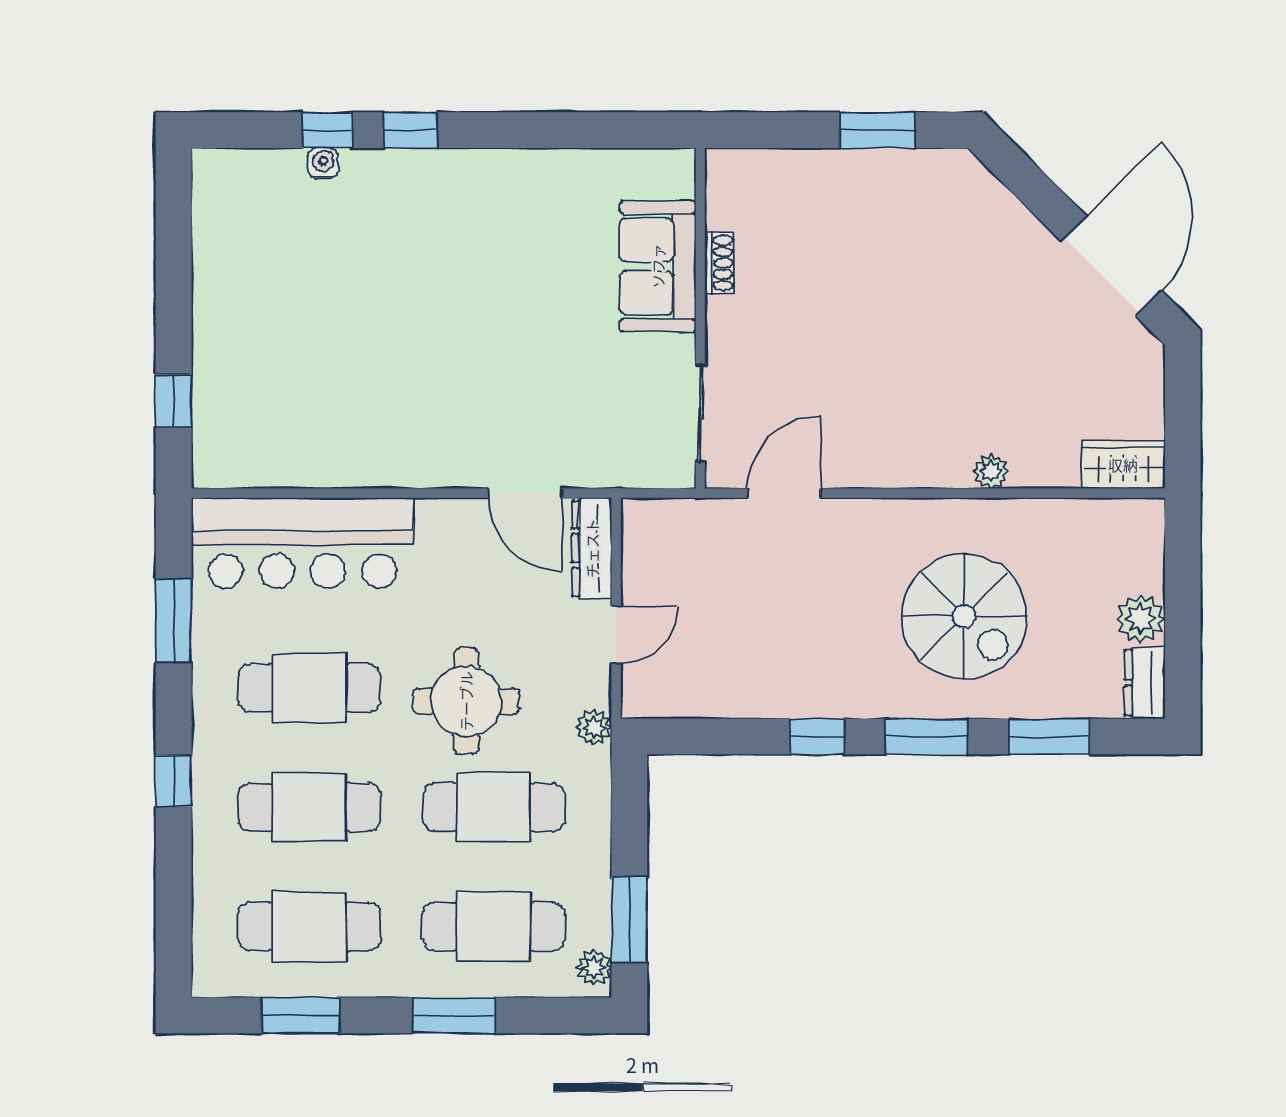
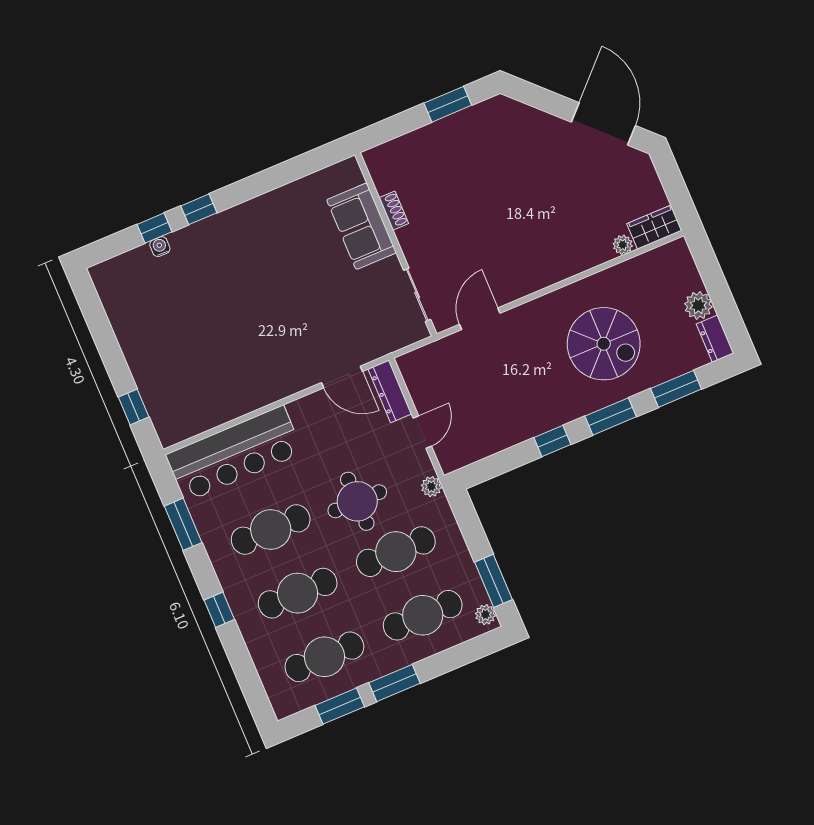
plant: (991, 471) -> (623, 245), moved
window: (454, 1015) -> (394, 683), moved

